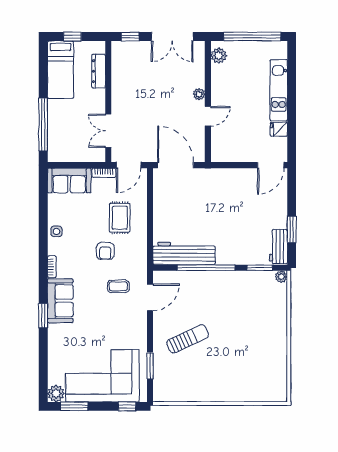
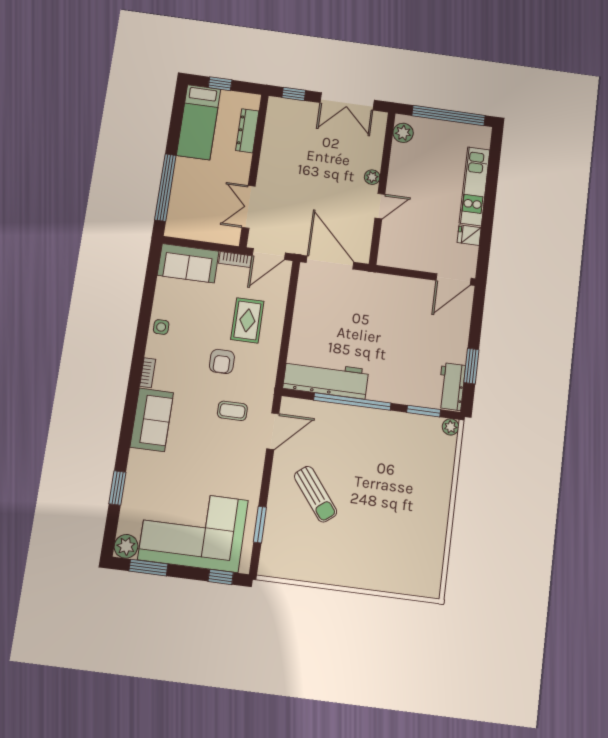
window: (43, 316) -> (117, 488), moved
sun lounger: (188, 339) -> (316, 494), turned 77

